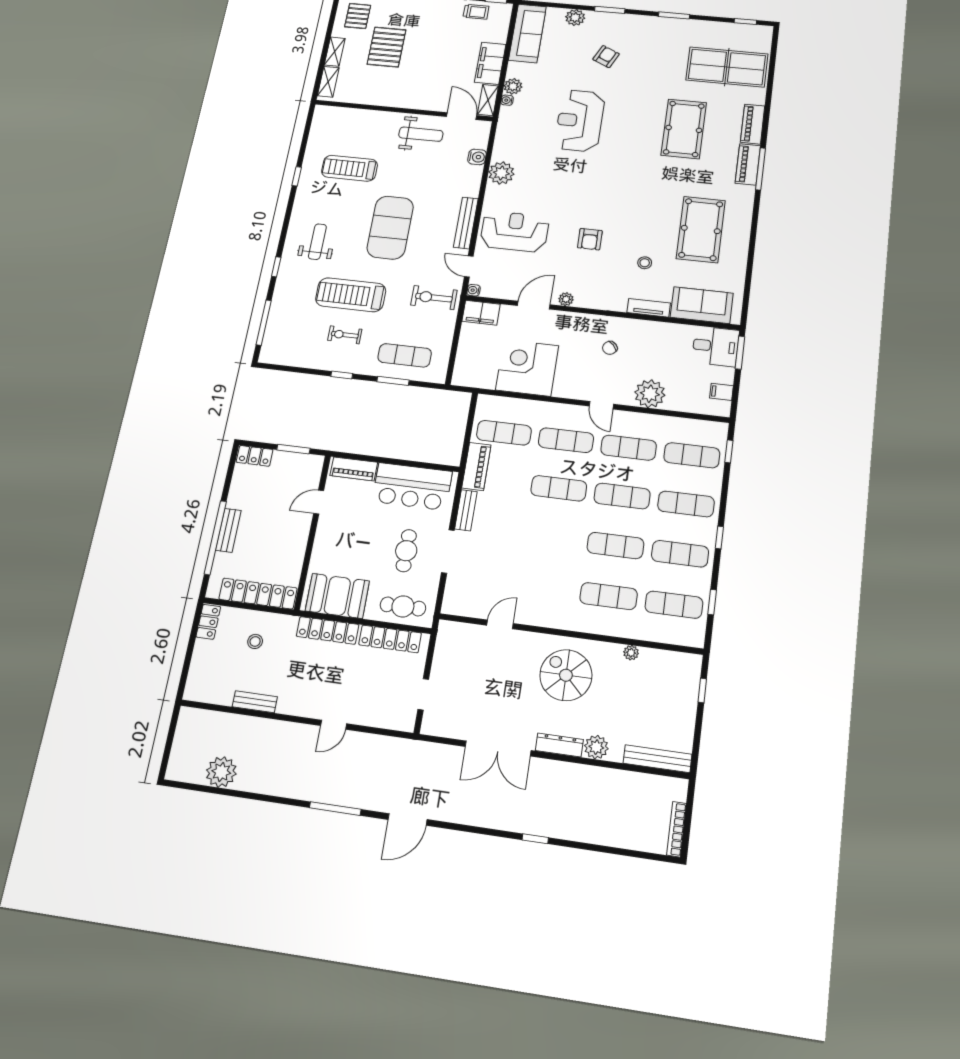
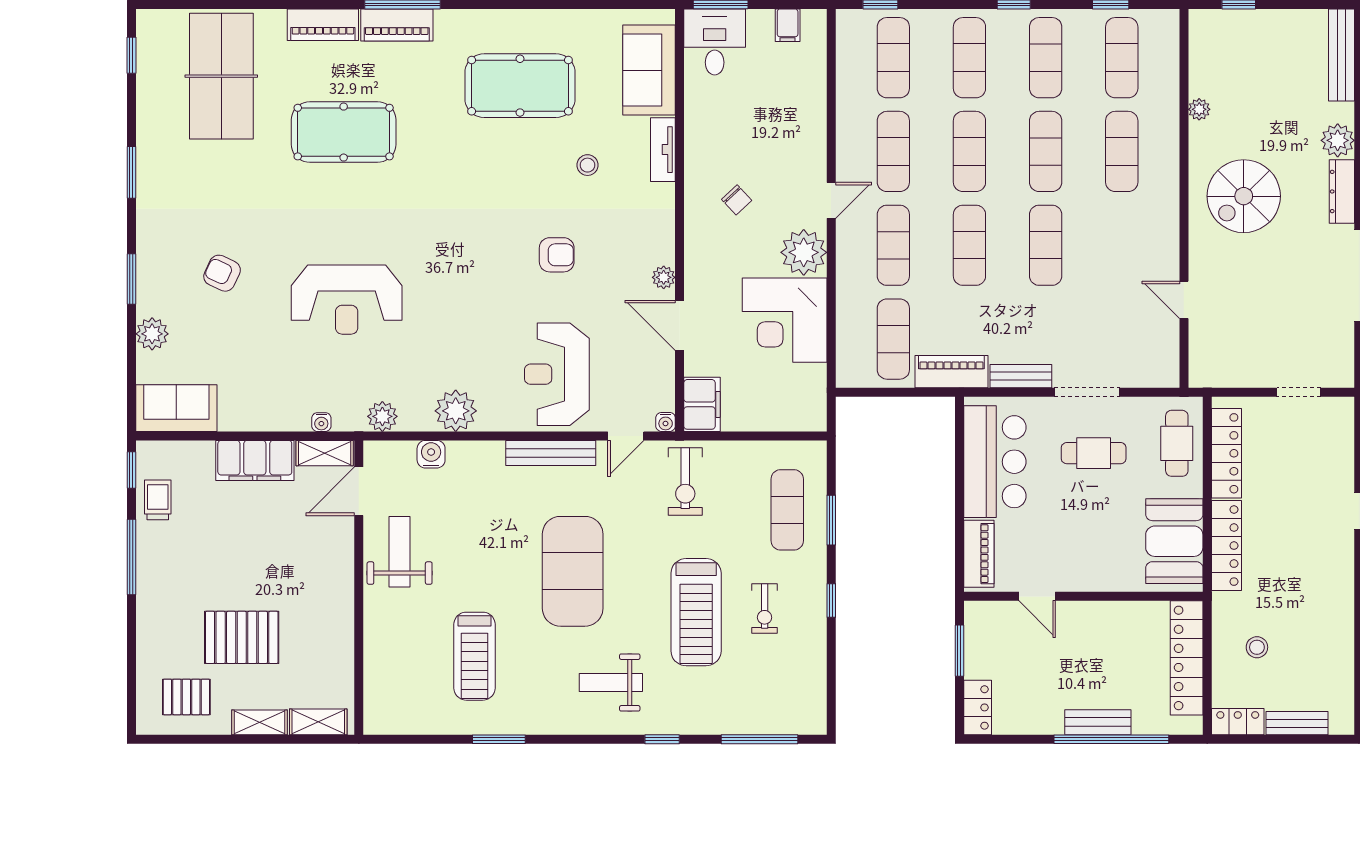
sofa: (527, 33) -> (176, 408), width x0.73
plant: (513, 86) -> (382, 416), moved
window: (297, 176) -> (499, 739), width x1.50
exercise mat: (390, 228) -> (573, 571), turned 90
plant: (650, 394) -> (804, 252), moved
exercise mat: (551, 537) -> (1046, 245), added
bench: (255, 702) -> (1297, 723), moved, turned 90

